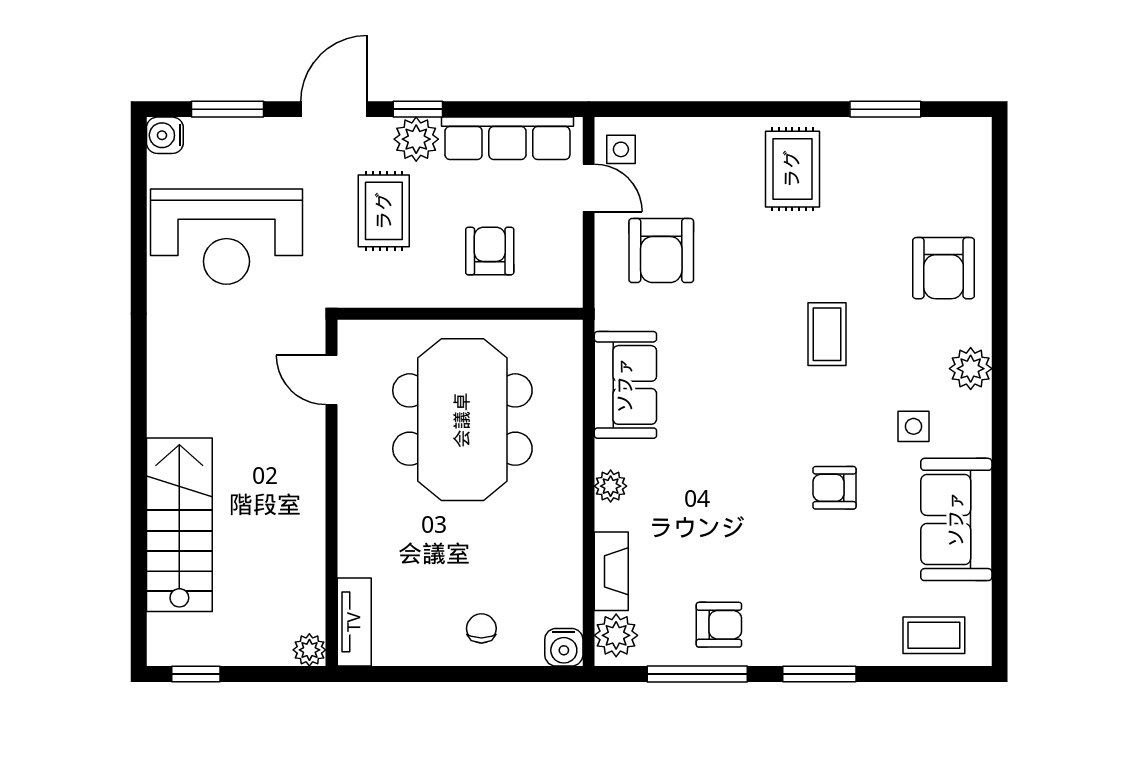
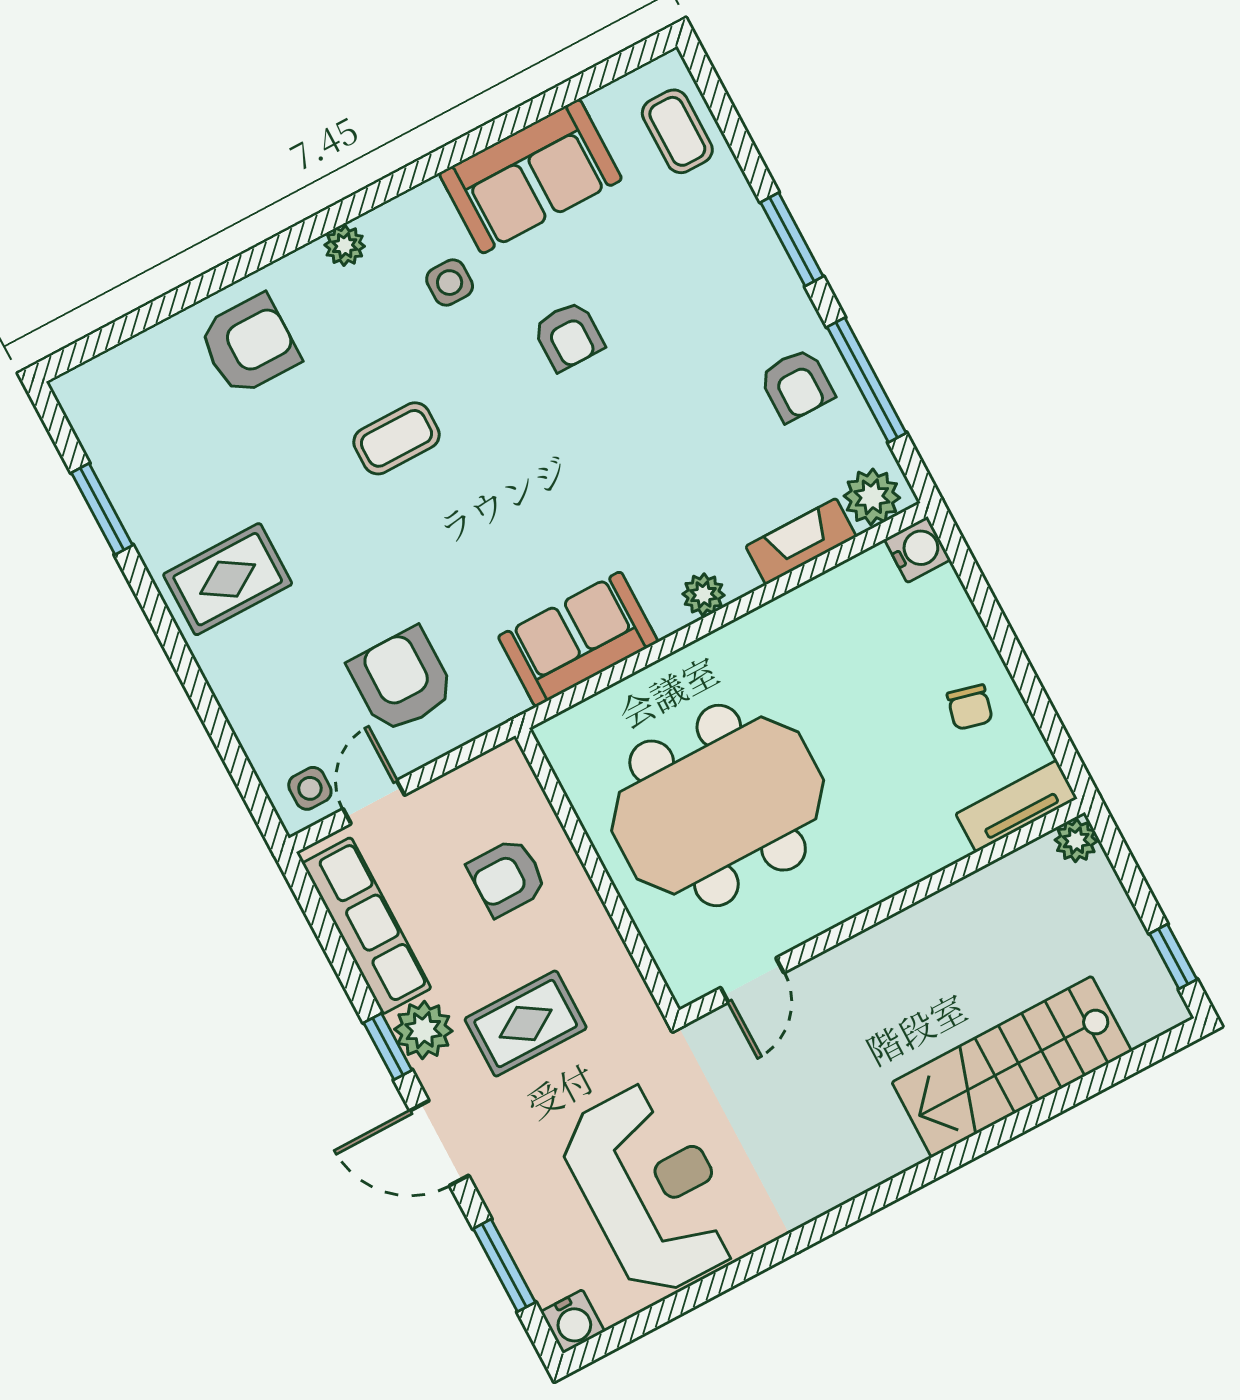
armchair: (661, 251) -> (402, 680), turned -90
plant: (971, 369) -> (345, 246), width x0.73, depth x0.73
armchair: (719, 625) -> (797, 385), turned 180
chair: (481, 628) -> (970, 707), moved, turned -76

